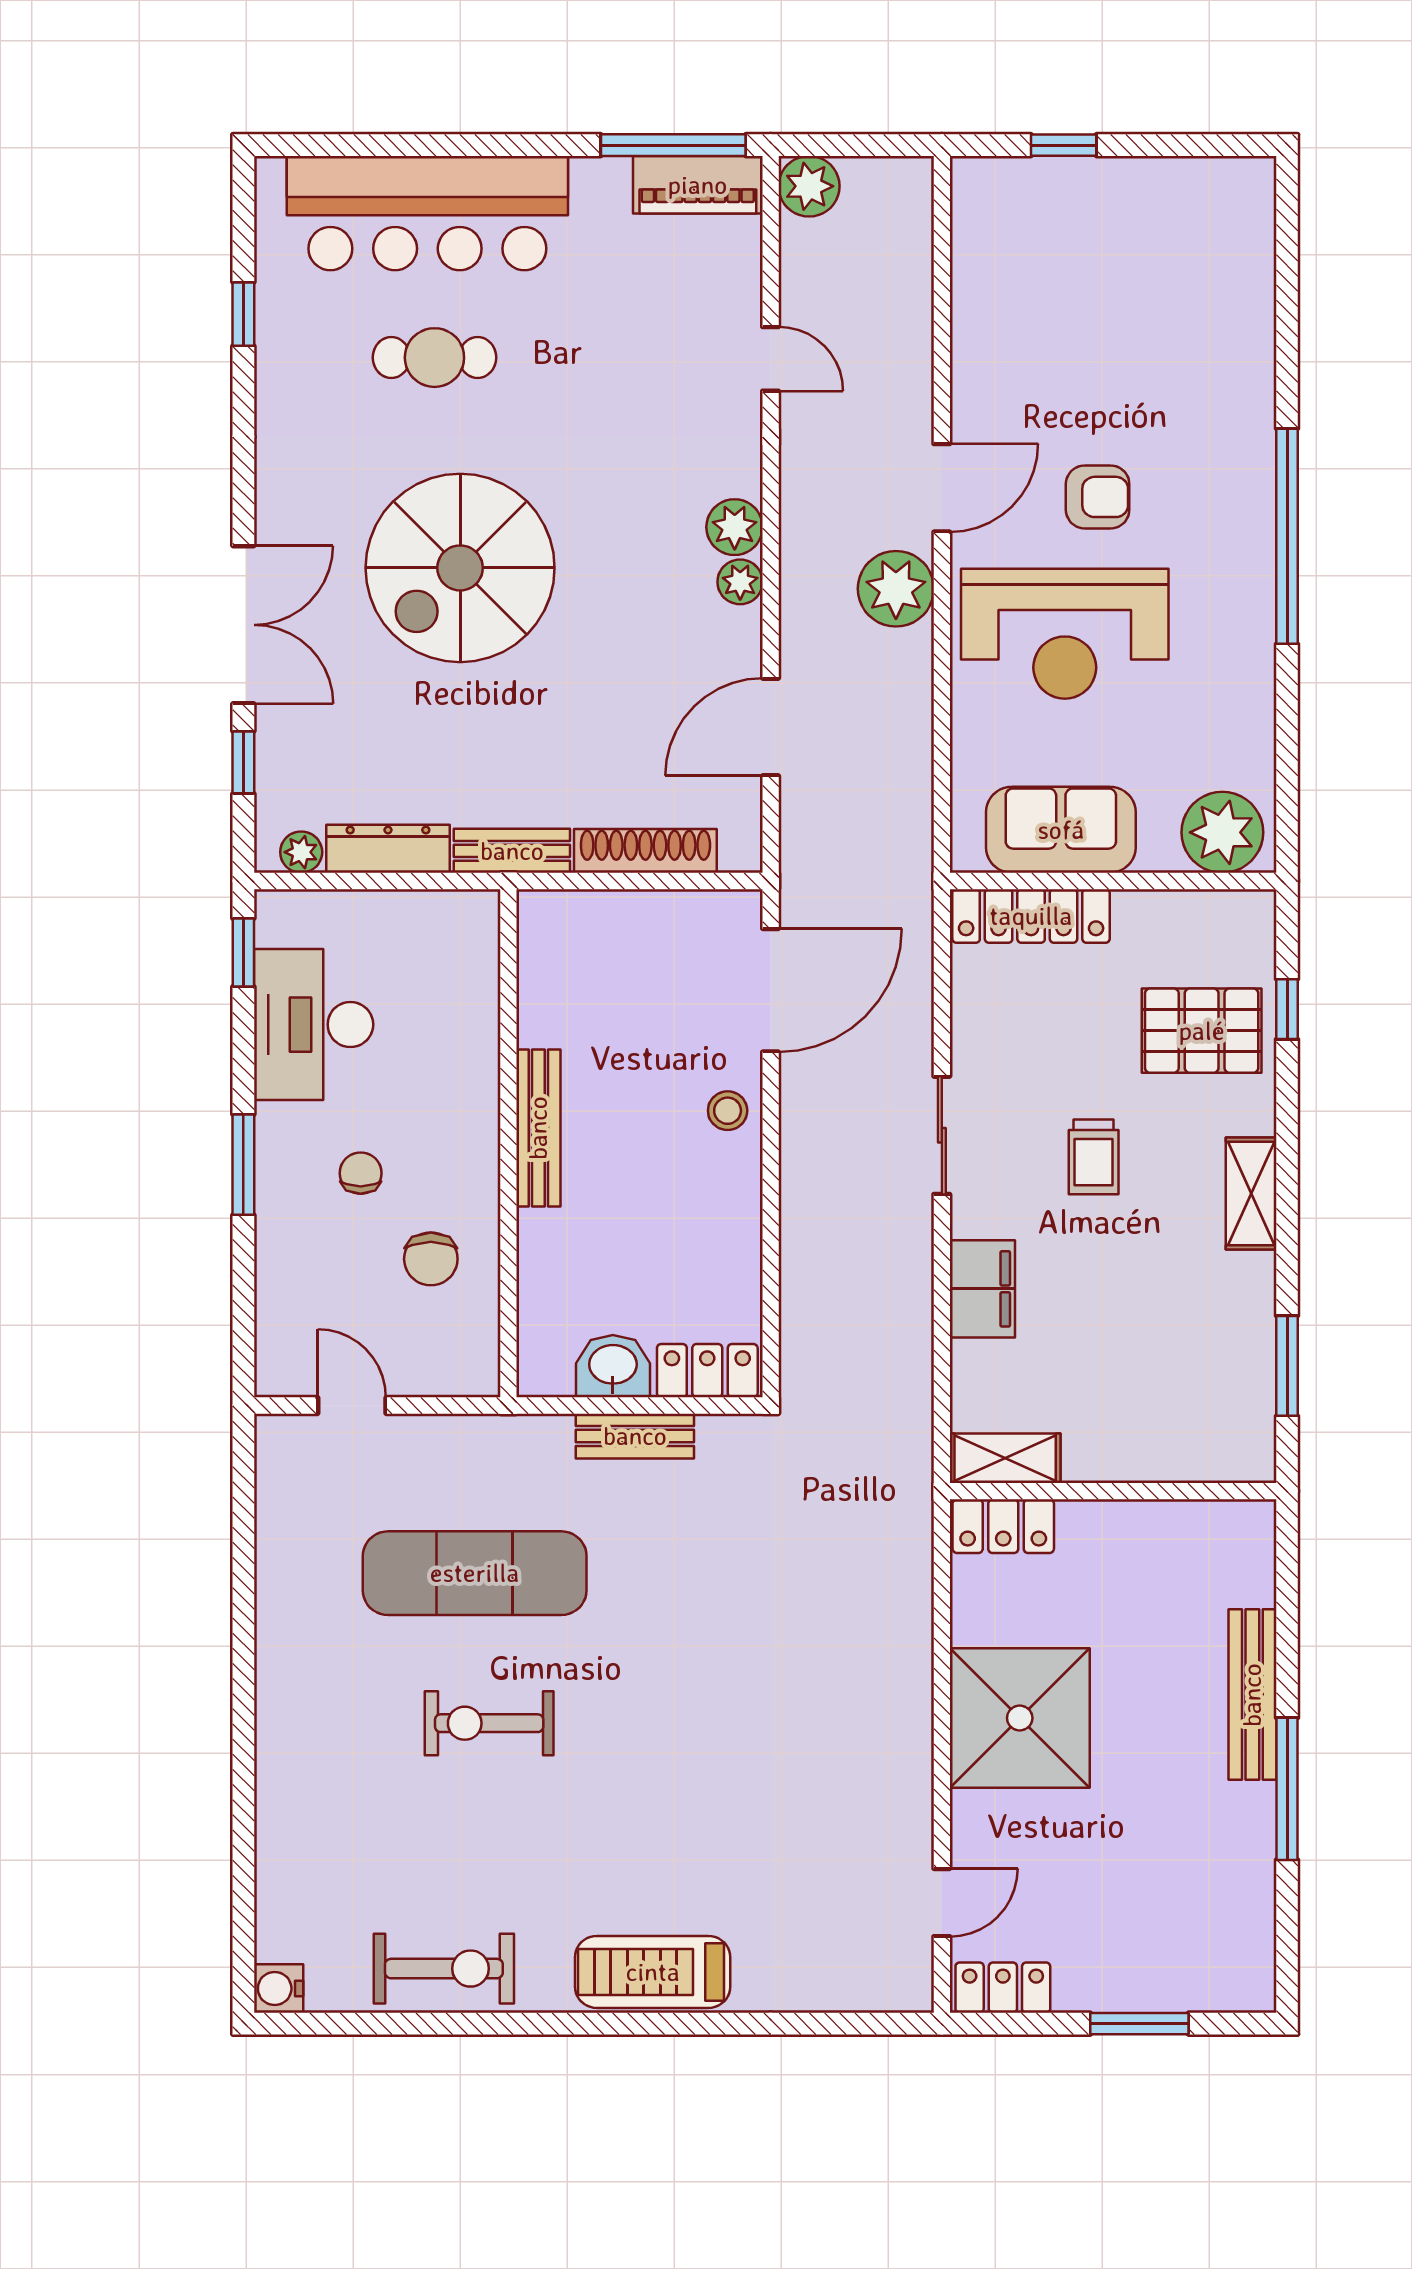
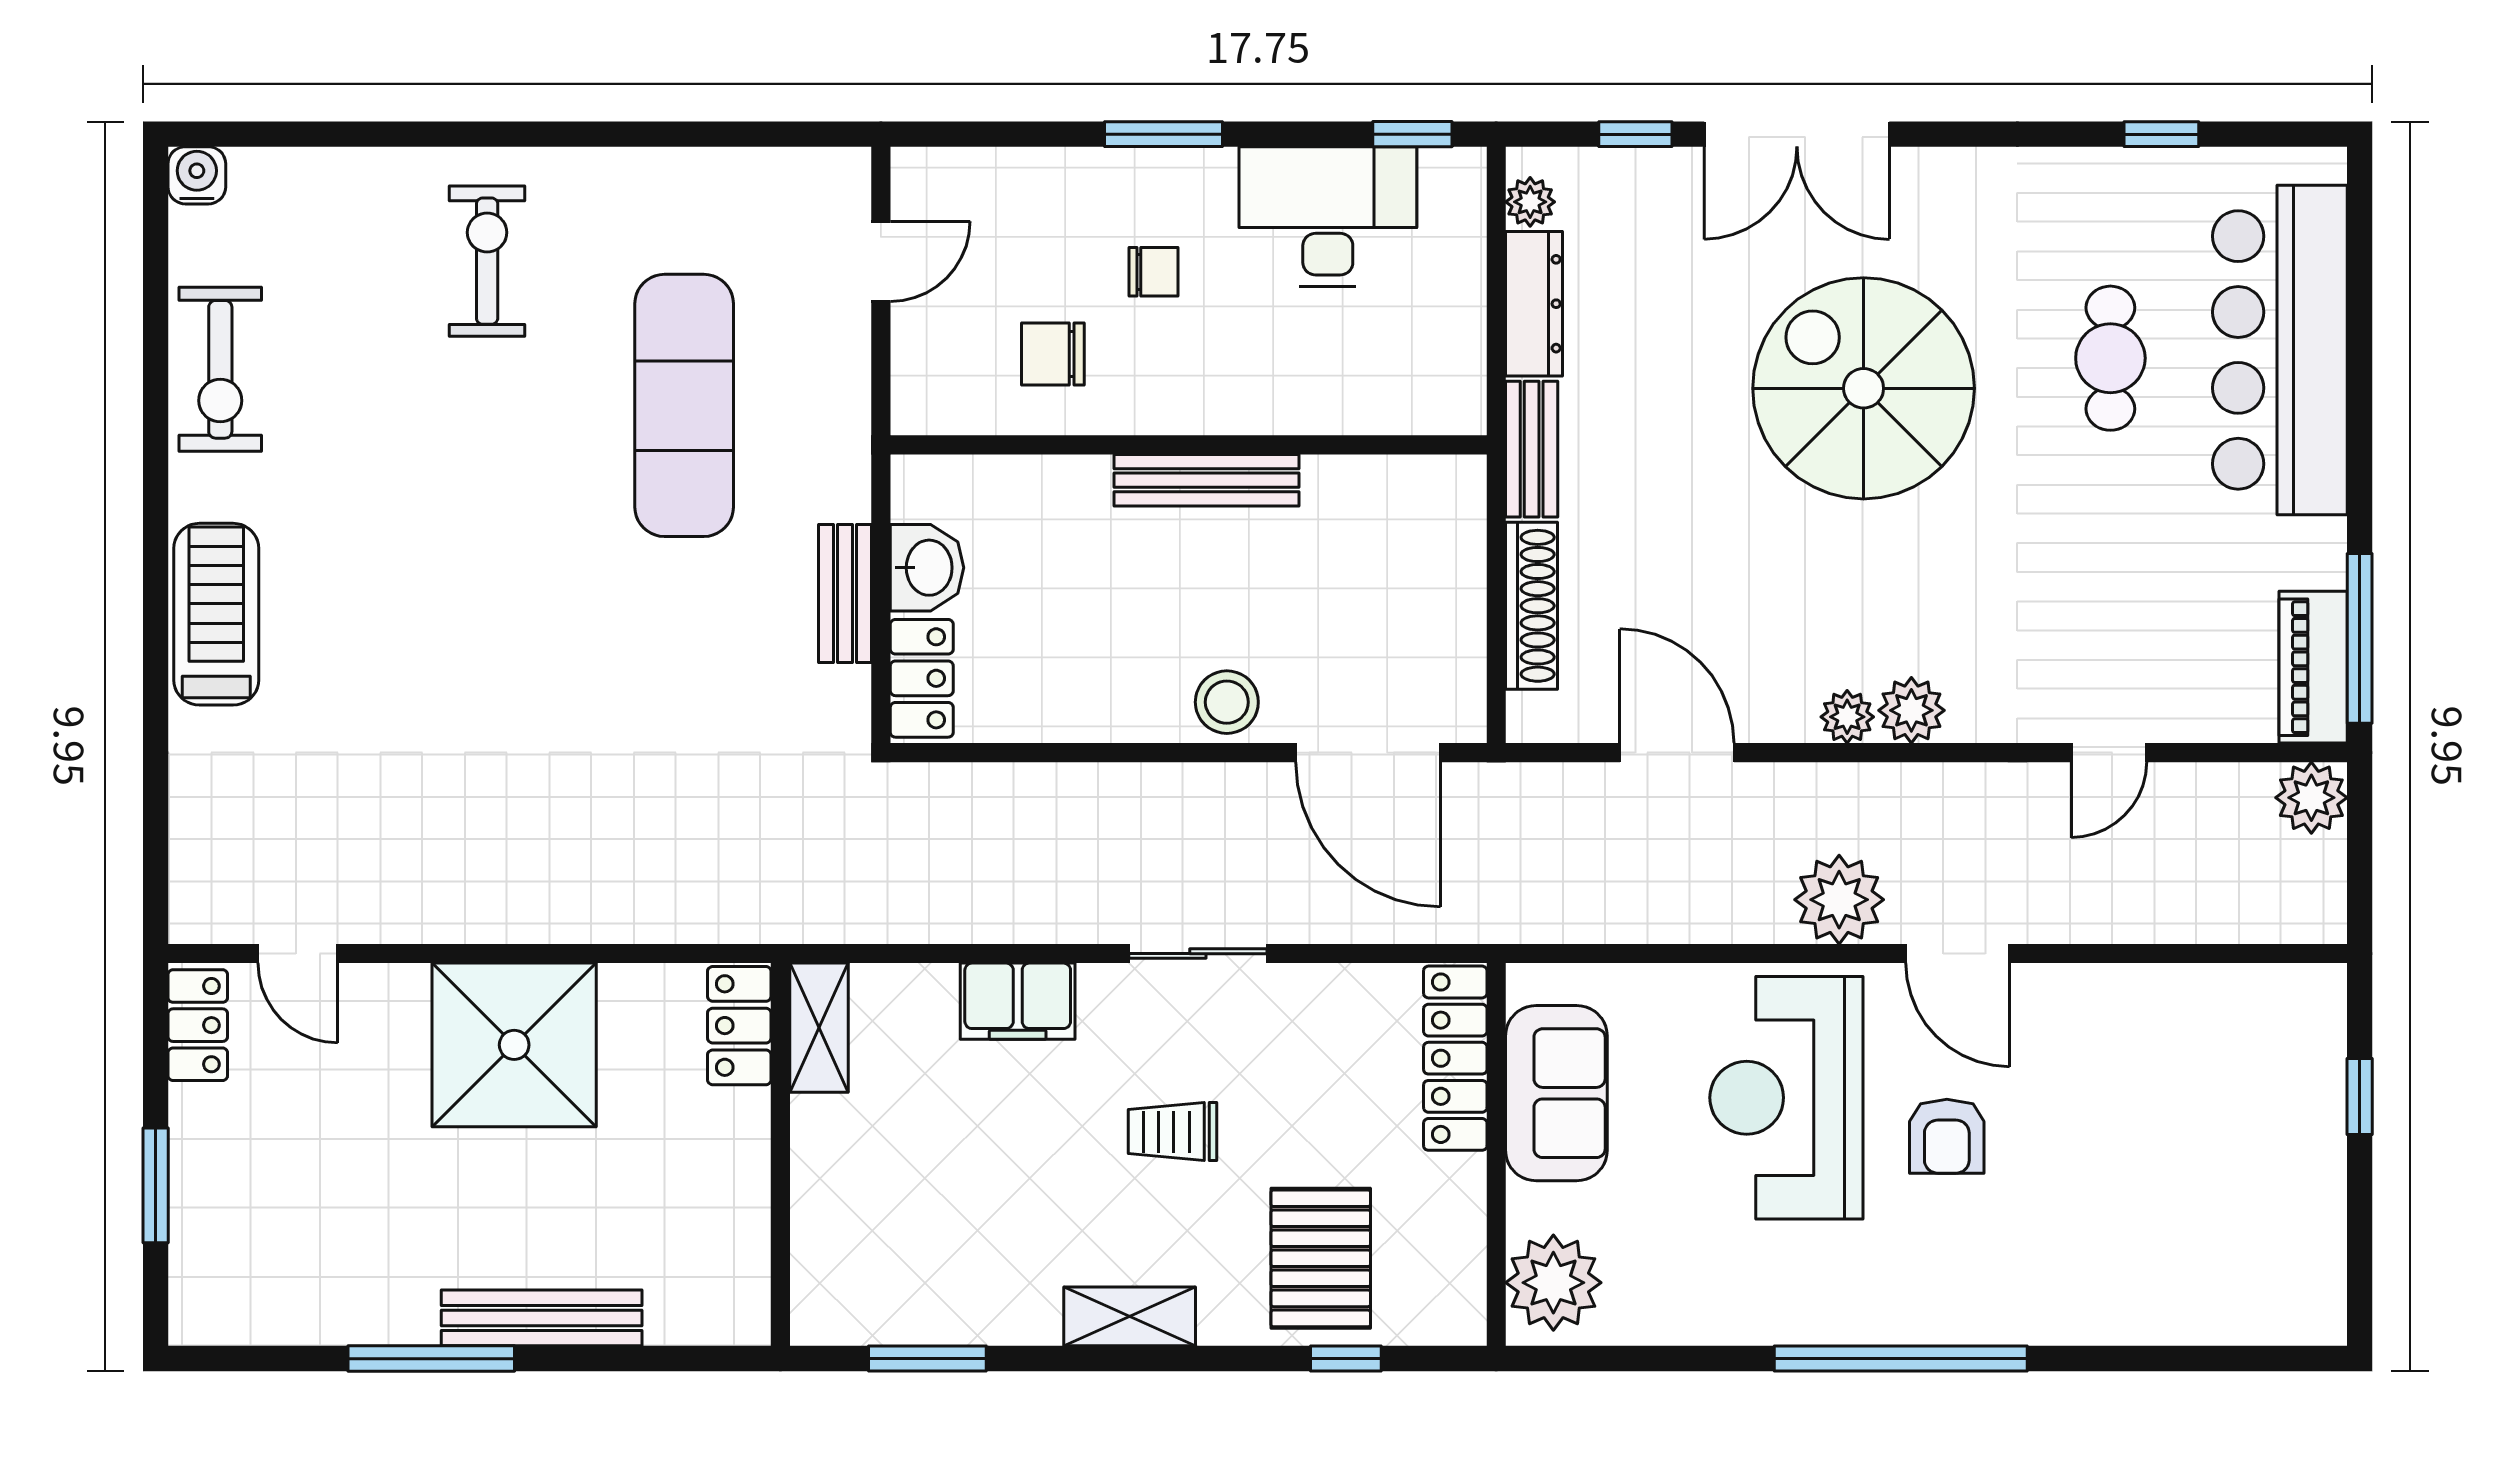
stool: (728, 1111) -> (1227, 702), width x1.37, depth x1.37
exercise bike: (489, 1723) -> (487, 261), moved

